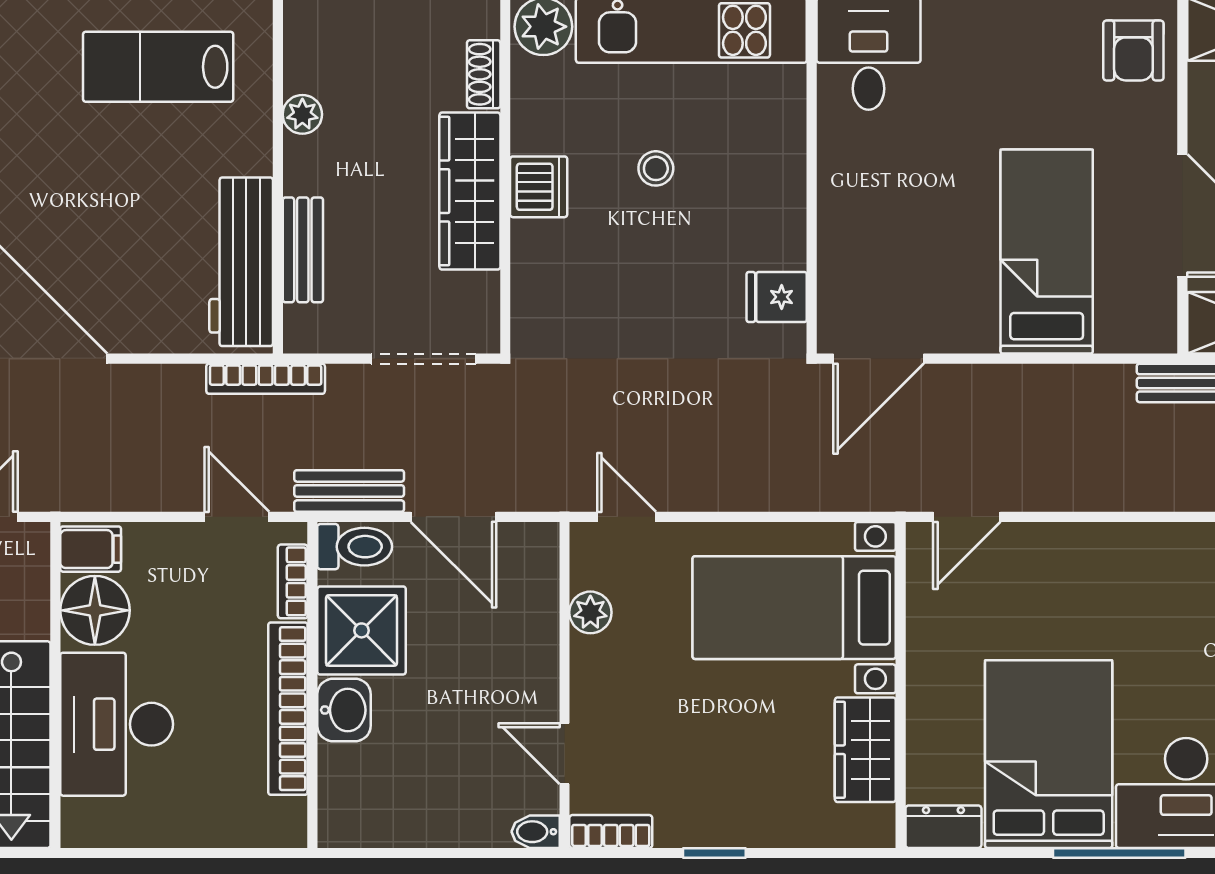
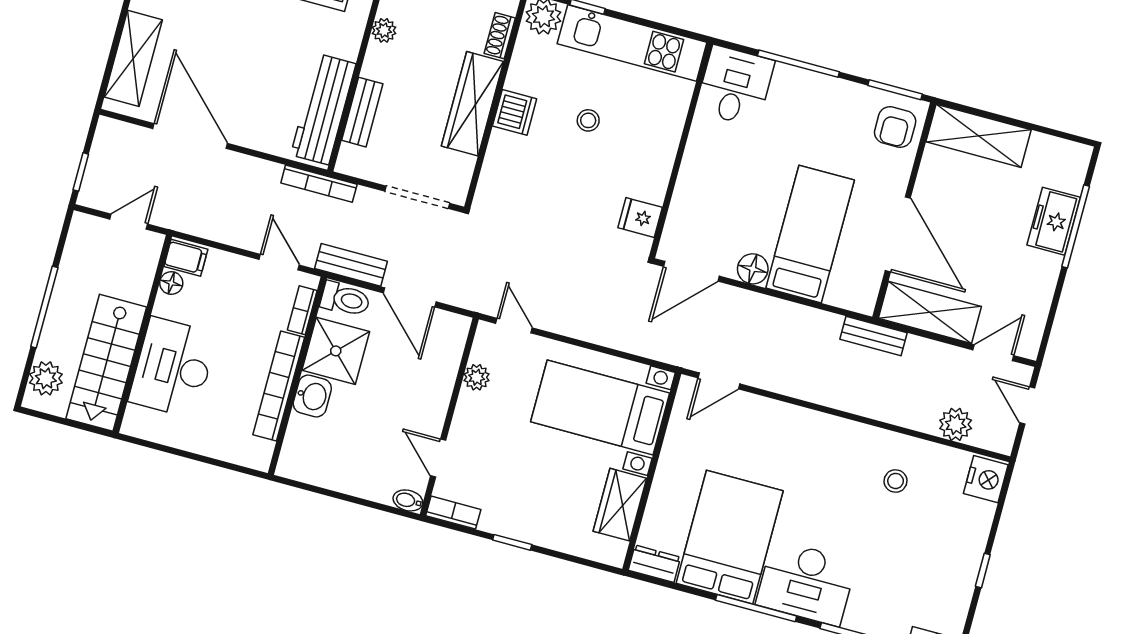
floor lamp: (972, 329) -> (753, 269), added
floor lamp: (95, 610) -> (171, 283), width x0.53, depth x0.53

